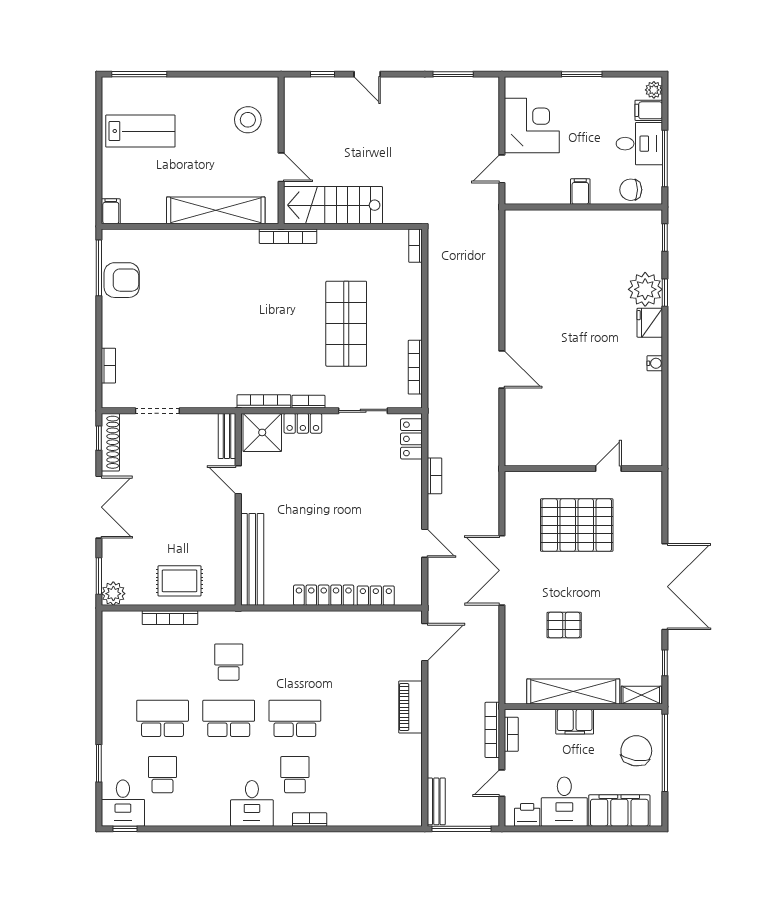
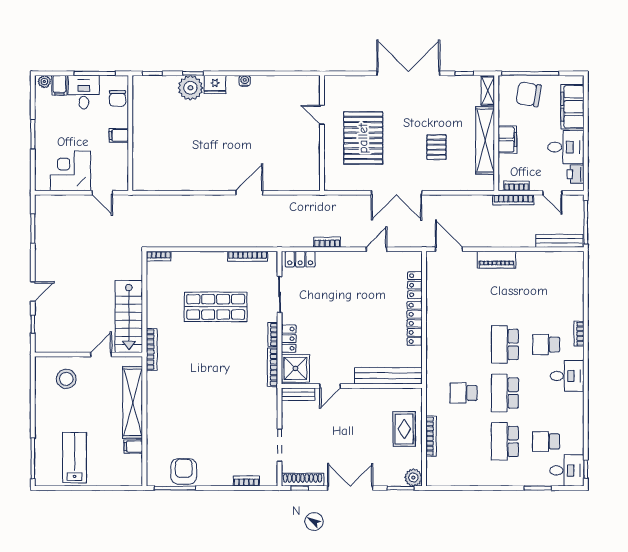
filing cabinet: (111, 211) -> (133, 447), moved
bench: (436, 801) -> (559, 241), width x1.36

